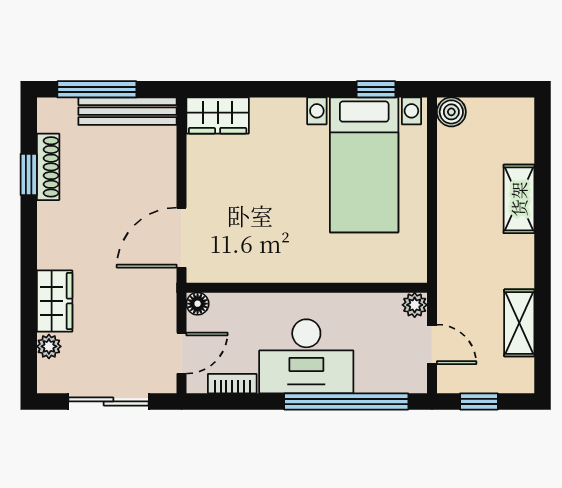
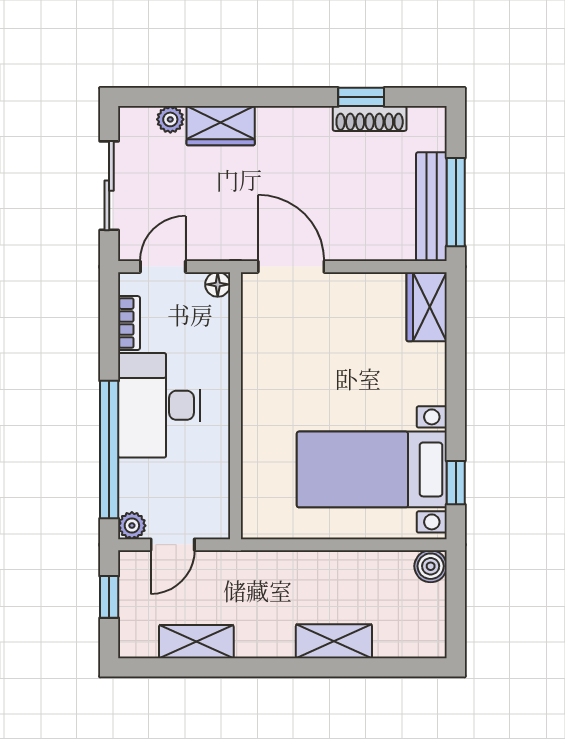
window: (97, 89) -> (456, 202), moved
plant: (415, 305) -> (132, 526), moved
door: (181, 353) -> (163, 267), swing flipped

